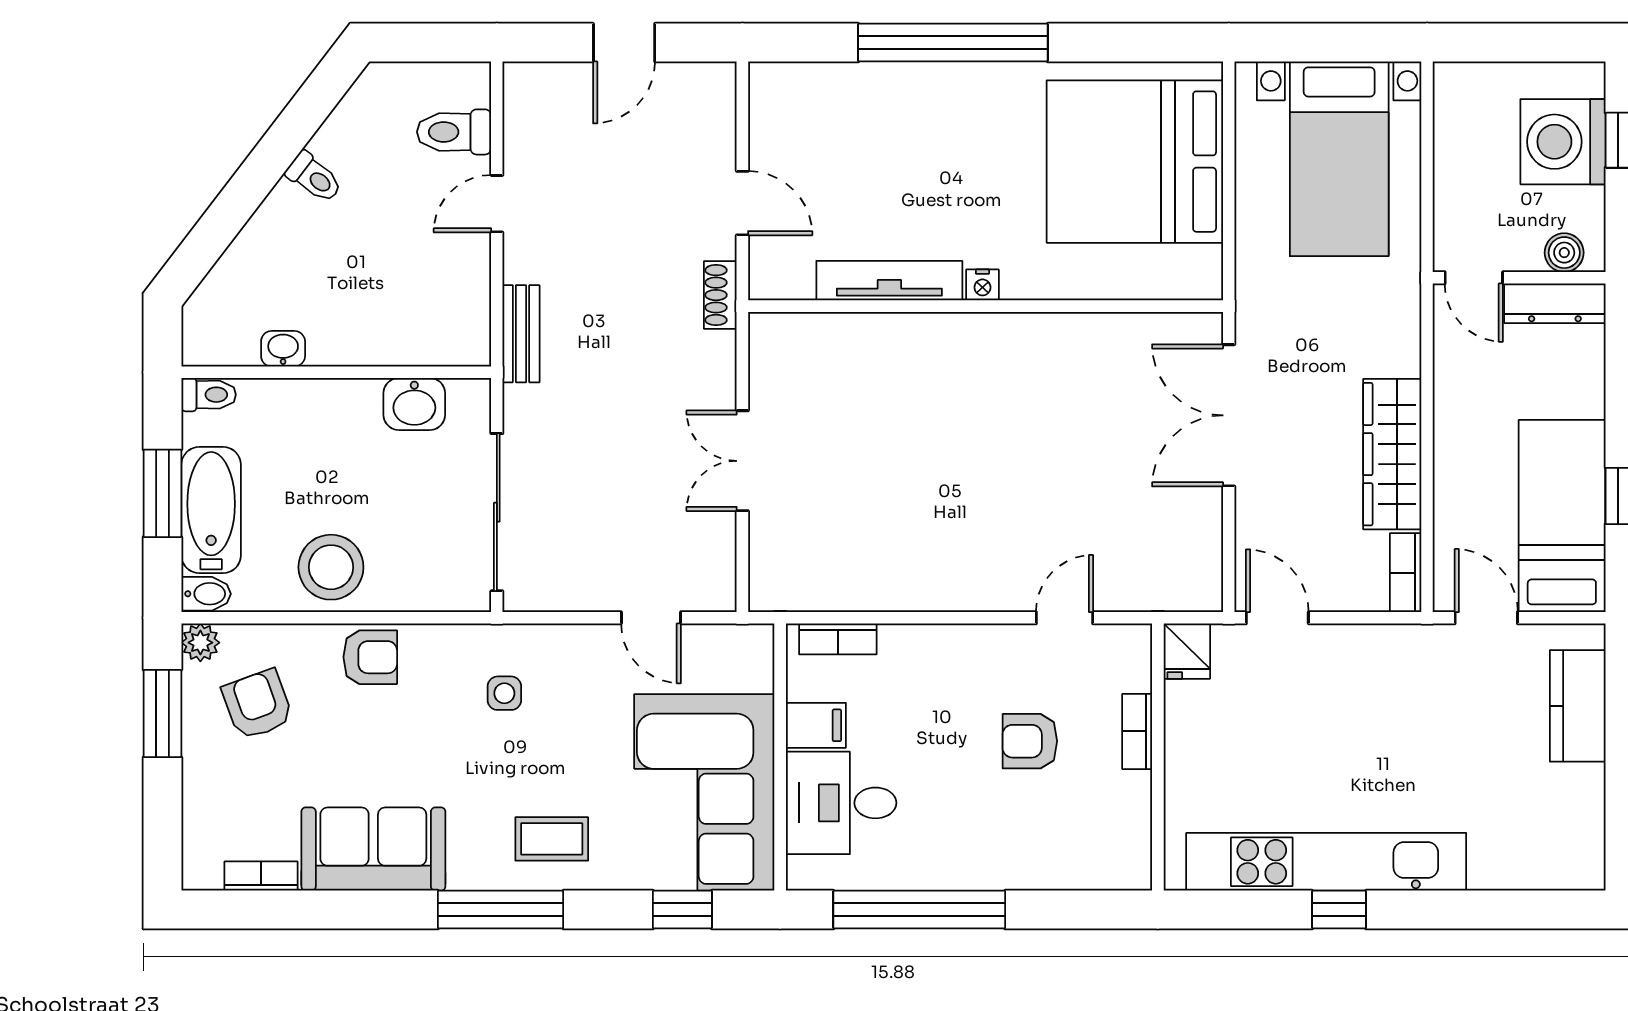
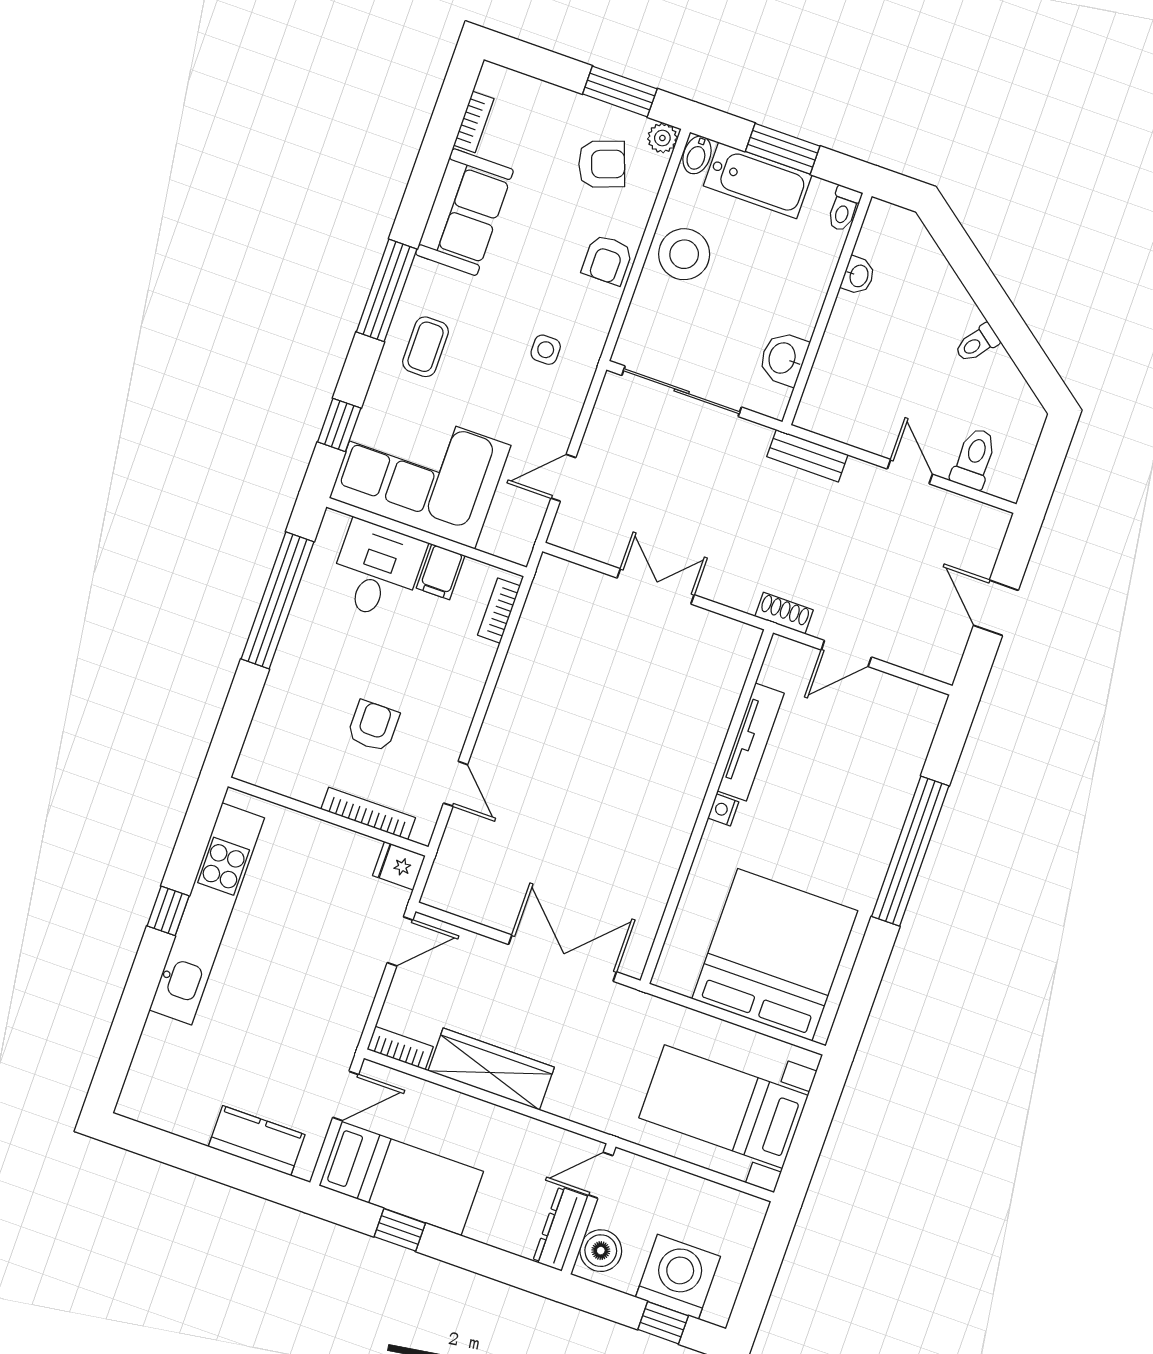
boiler: (1564, 253) -> (601, 1251), width x1.36, depth x1.36
bookcase: (1137, 731) -> (368, 814), width x1.56

